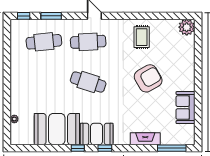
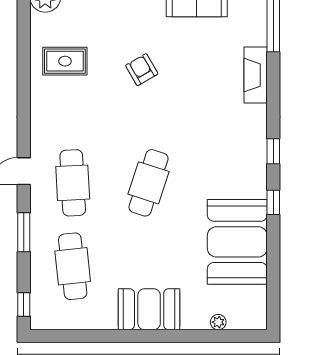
window: (51, 16) -> (24, 232), moved
rug: (142, 37) -> (65, 61), moved
armchair: (148, 78) -> (142, 70), width x0.53, depth x0.53
booth: (97, 134) -> (149, 309), moved, turned 90

